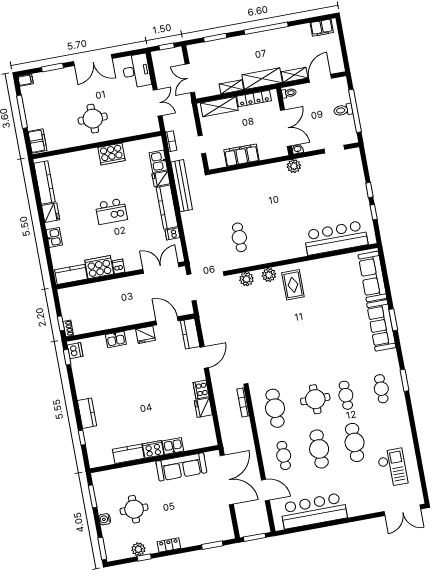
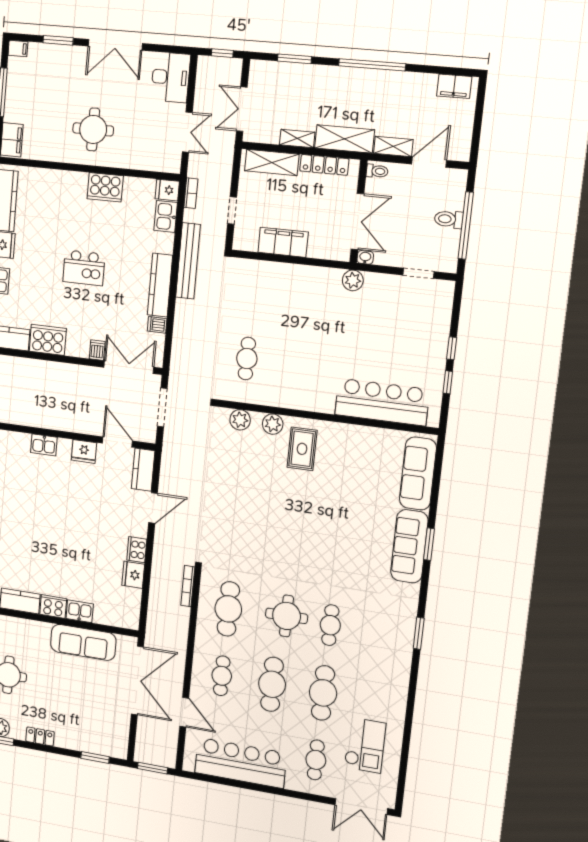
fridge: (161, 179) -> (167, 190), moved
dishwasher: (118, 267) -> (97, 350), moved
cafe table: (381, 389) -> (316, 760), moved

